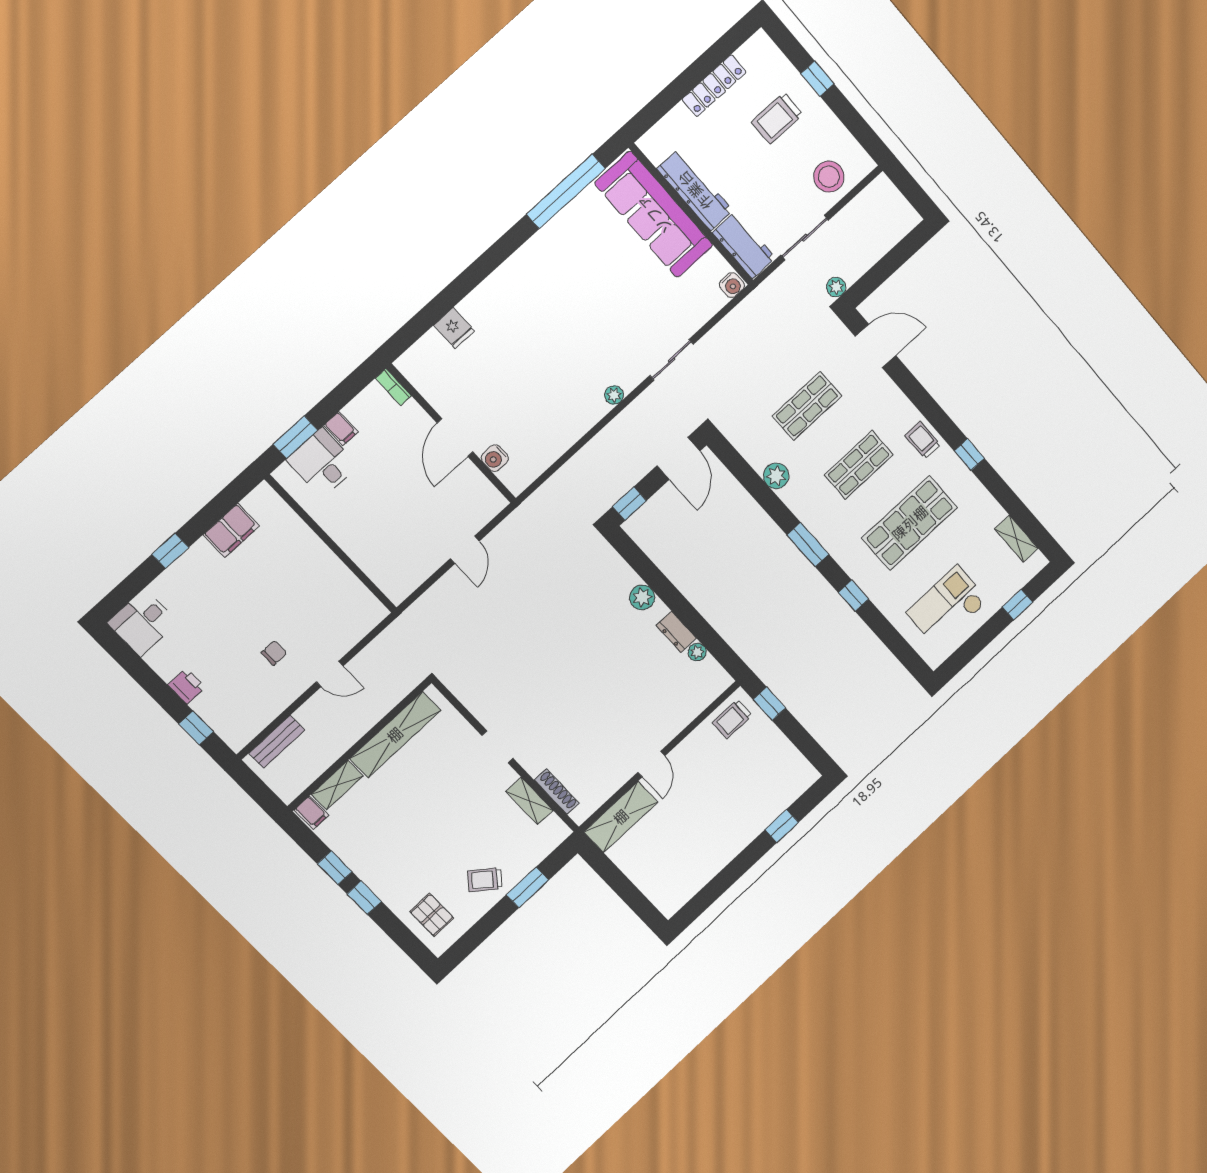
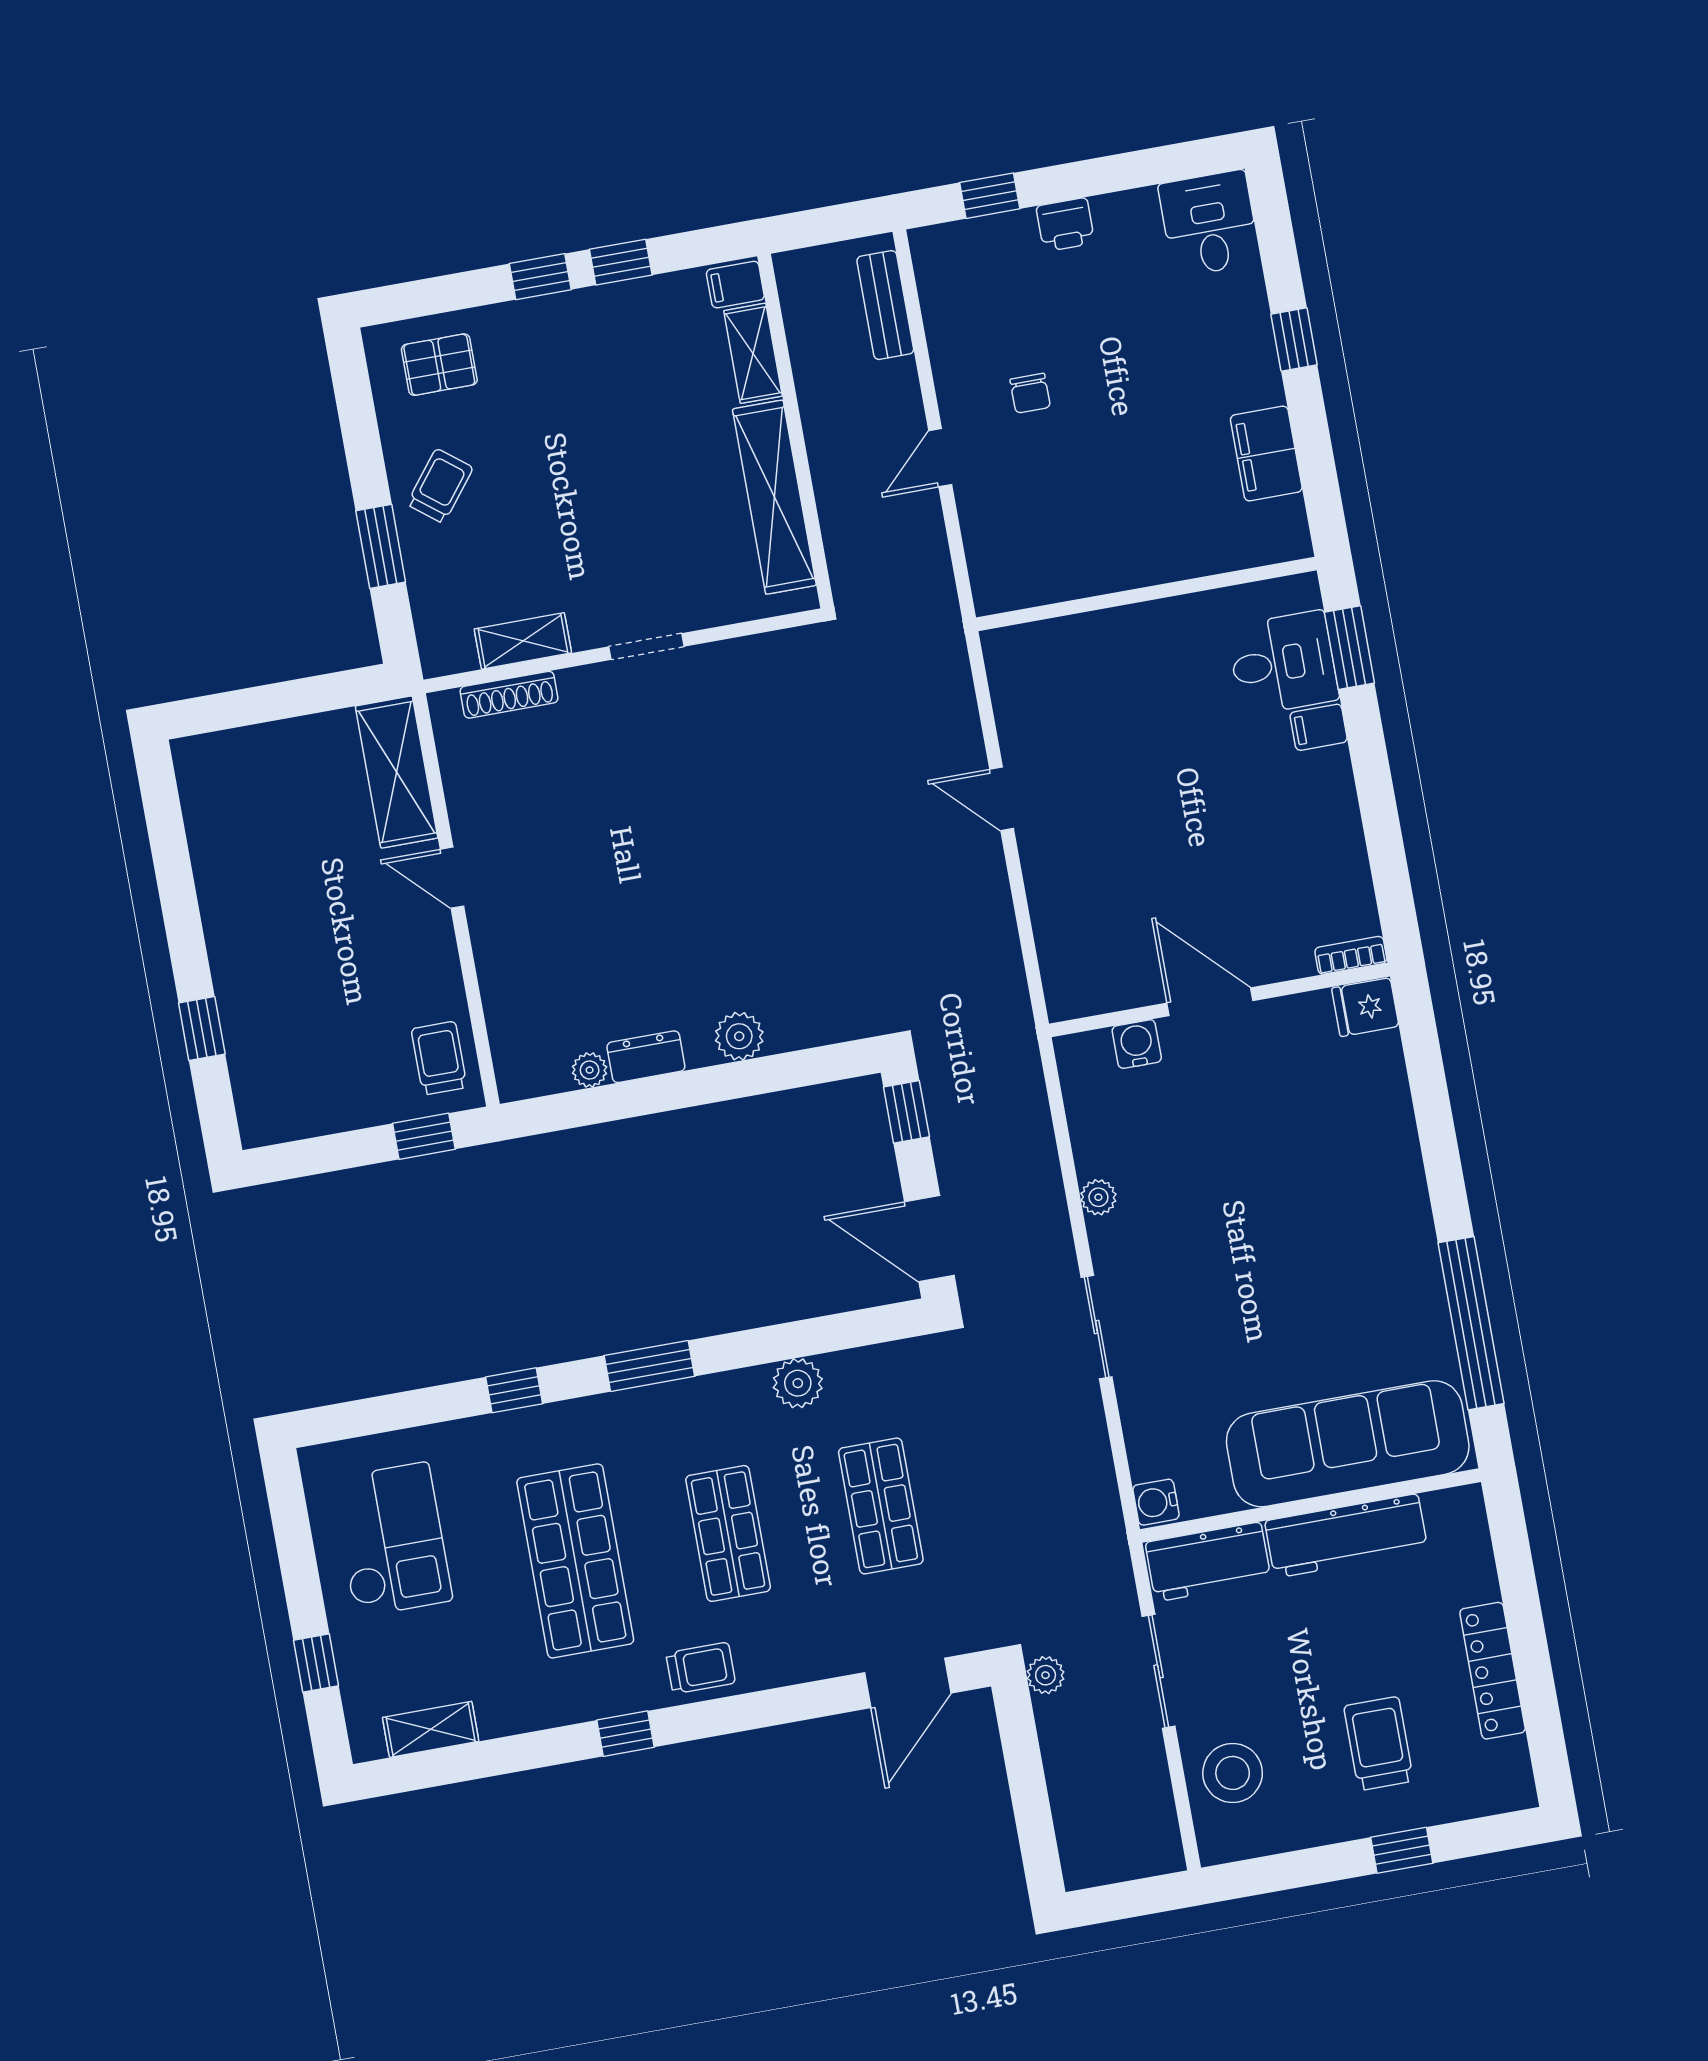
bookcase: (393, 387) -> (1351, 955), moved
wall: (451, 434) -> (1219, 1000), moved
door: (455, 437) -> (1210, 1002), moved
water cooler: (495, 458) -> (1137, 1044), moved

